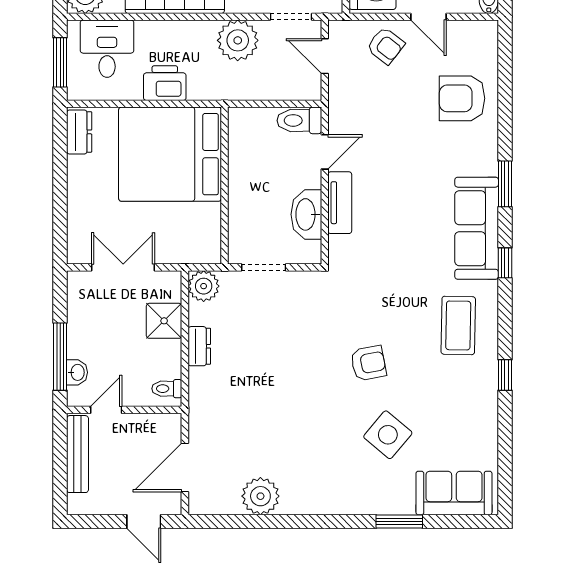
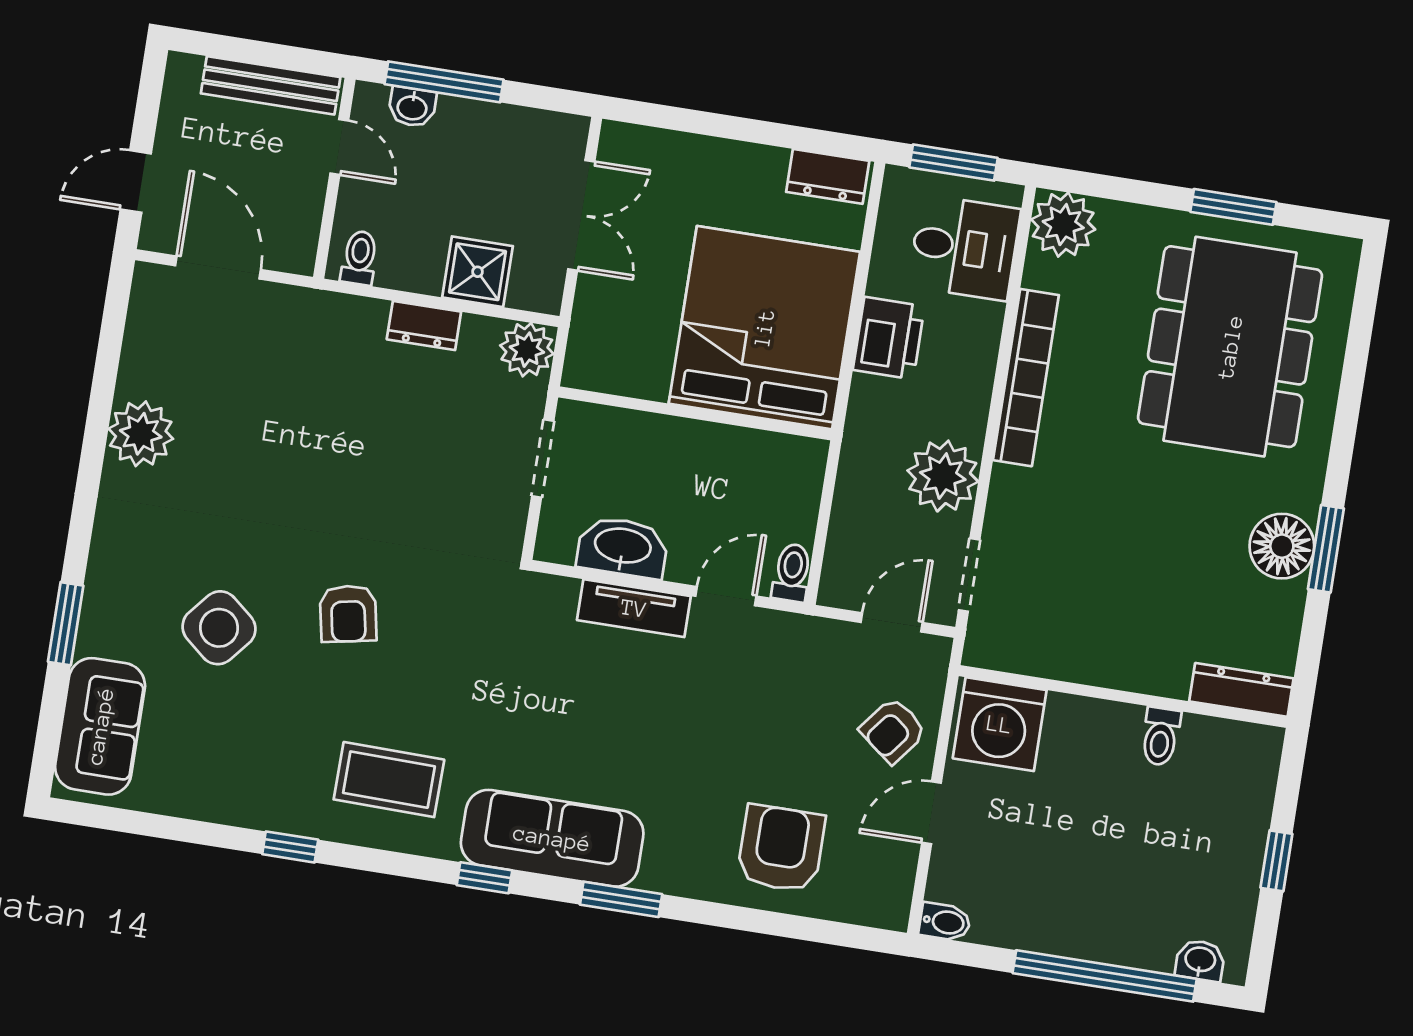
toilet: (299, 120) -> (792, 573), width x0.73, depth x0.72
door: (325, 152) -> (726, 596), swing flipped
plant: (260, 496) -> (141, 434), moved

